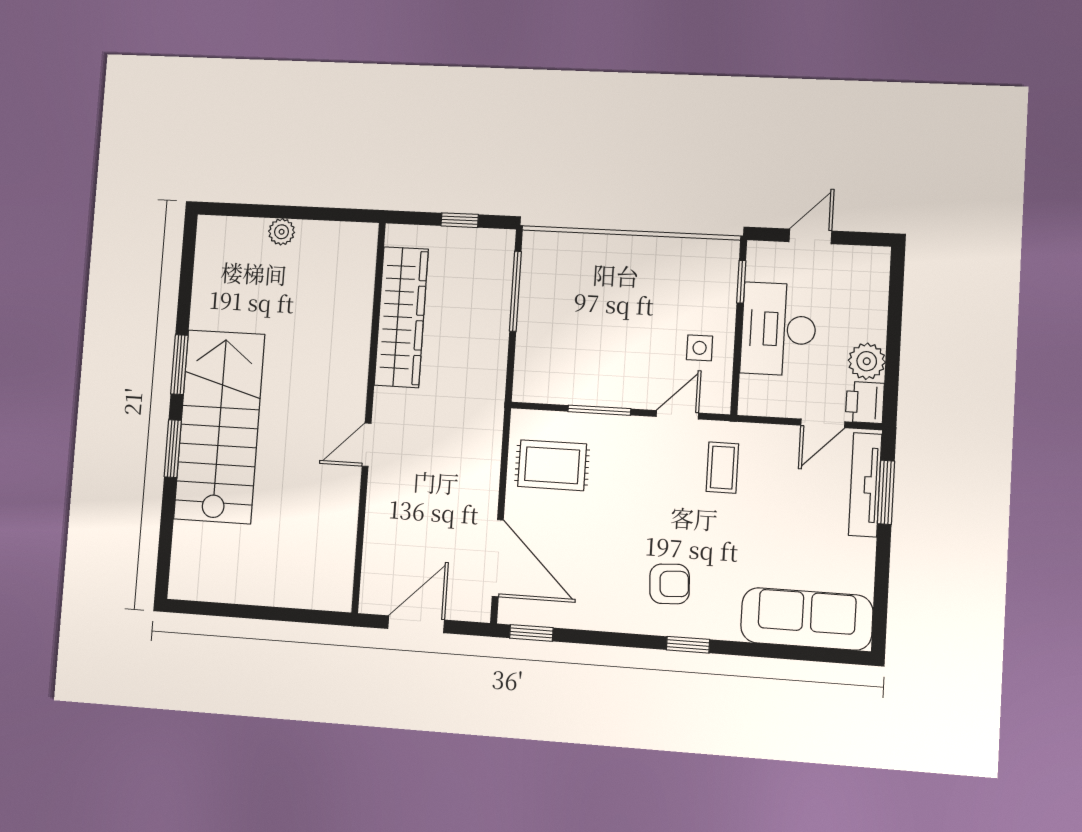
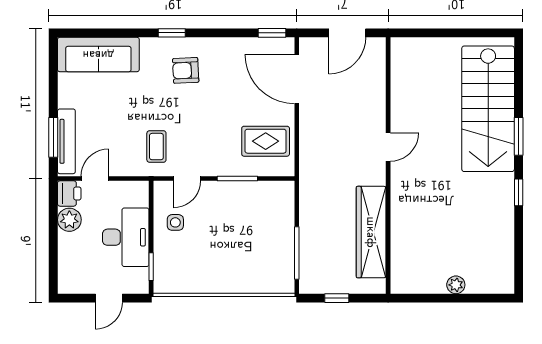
window: (179, 365) -> (519, 192), width x0.67
stairs: (219, 427) -> (488, 109), moved

